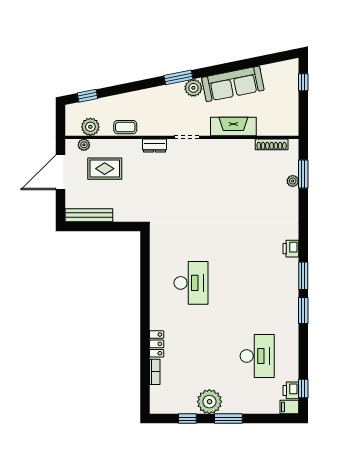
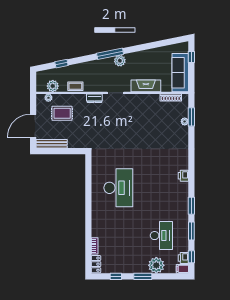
window: (178, 77) -> (110, 54), width x1.44
sofa: (233, 84) -> (180, 73), moved, turned 101
window: (88, 96) -> (61, 64), moved
door: (60, 172) -> (33, 126), moved
printer: (291, 249) -> (183, 176), moved
window: (303, 276) -> (191, 231), moved
desk: (191, 283) -> (118, 188), width x1.36, depth x1.30
locker: (157, 344) -> (96, 264), moved
plant: (209, 402) -> (156, 265), moved

